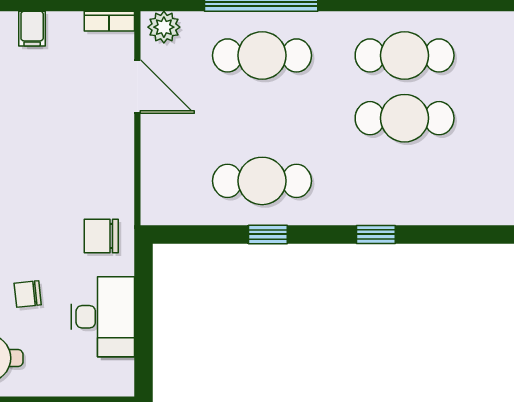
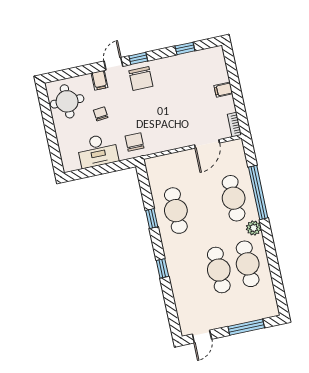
plant: (164, 27) -> (254, 228), moved

